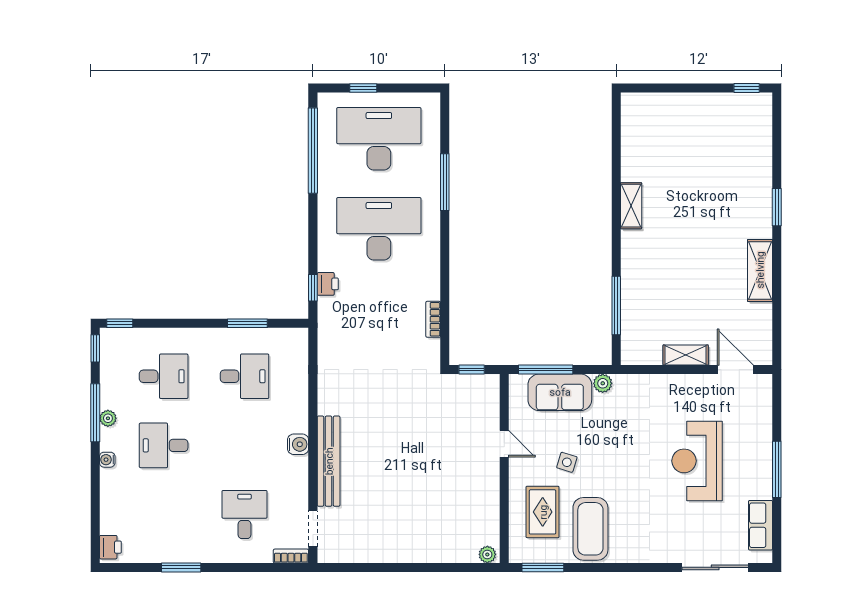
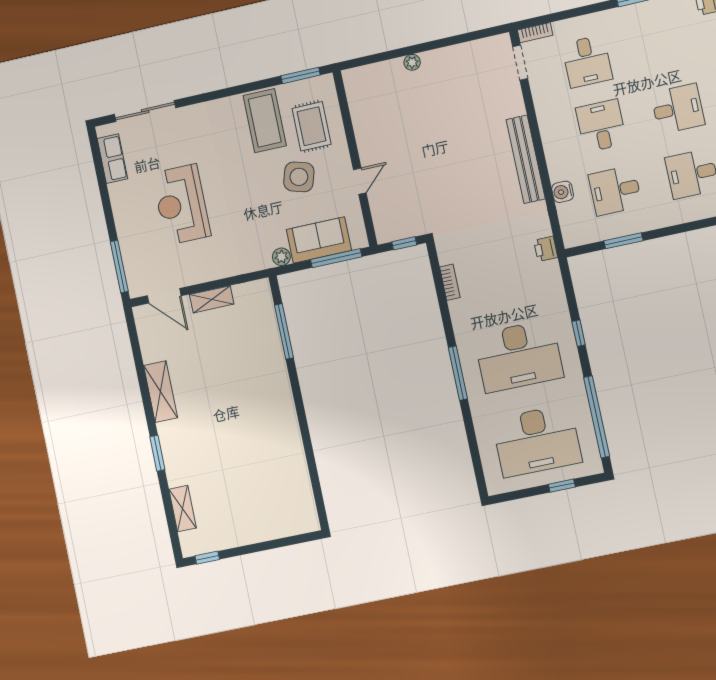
window: (445, 182) -> (458, 373), moved
shelving: (631, 206) -> (183, 509), moved
printer: (328, 284) -> (546, 249), moved
window: (313, 288) -> (579, 333), moved
water cooler: (298, 444) -> (563, 192), moved
door: (504, 444) -> (360, 181), swing flipped
desk: (245, 445) -> (601, 126), added
bench: (329, 461) -> (526, 159), moved
reception desk: (697, 461) -> (181, 204), turned 180
side table: (567, 462) -> (299, 177), width x1.87, depth x1.87
window: (777, 469) -> (119, 266), moved
plant: (487, 554) -> (412, 62), moved

